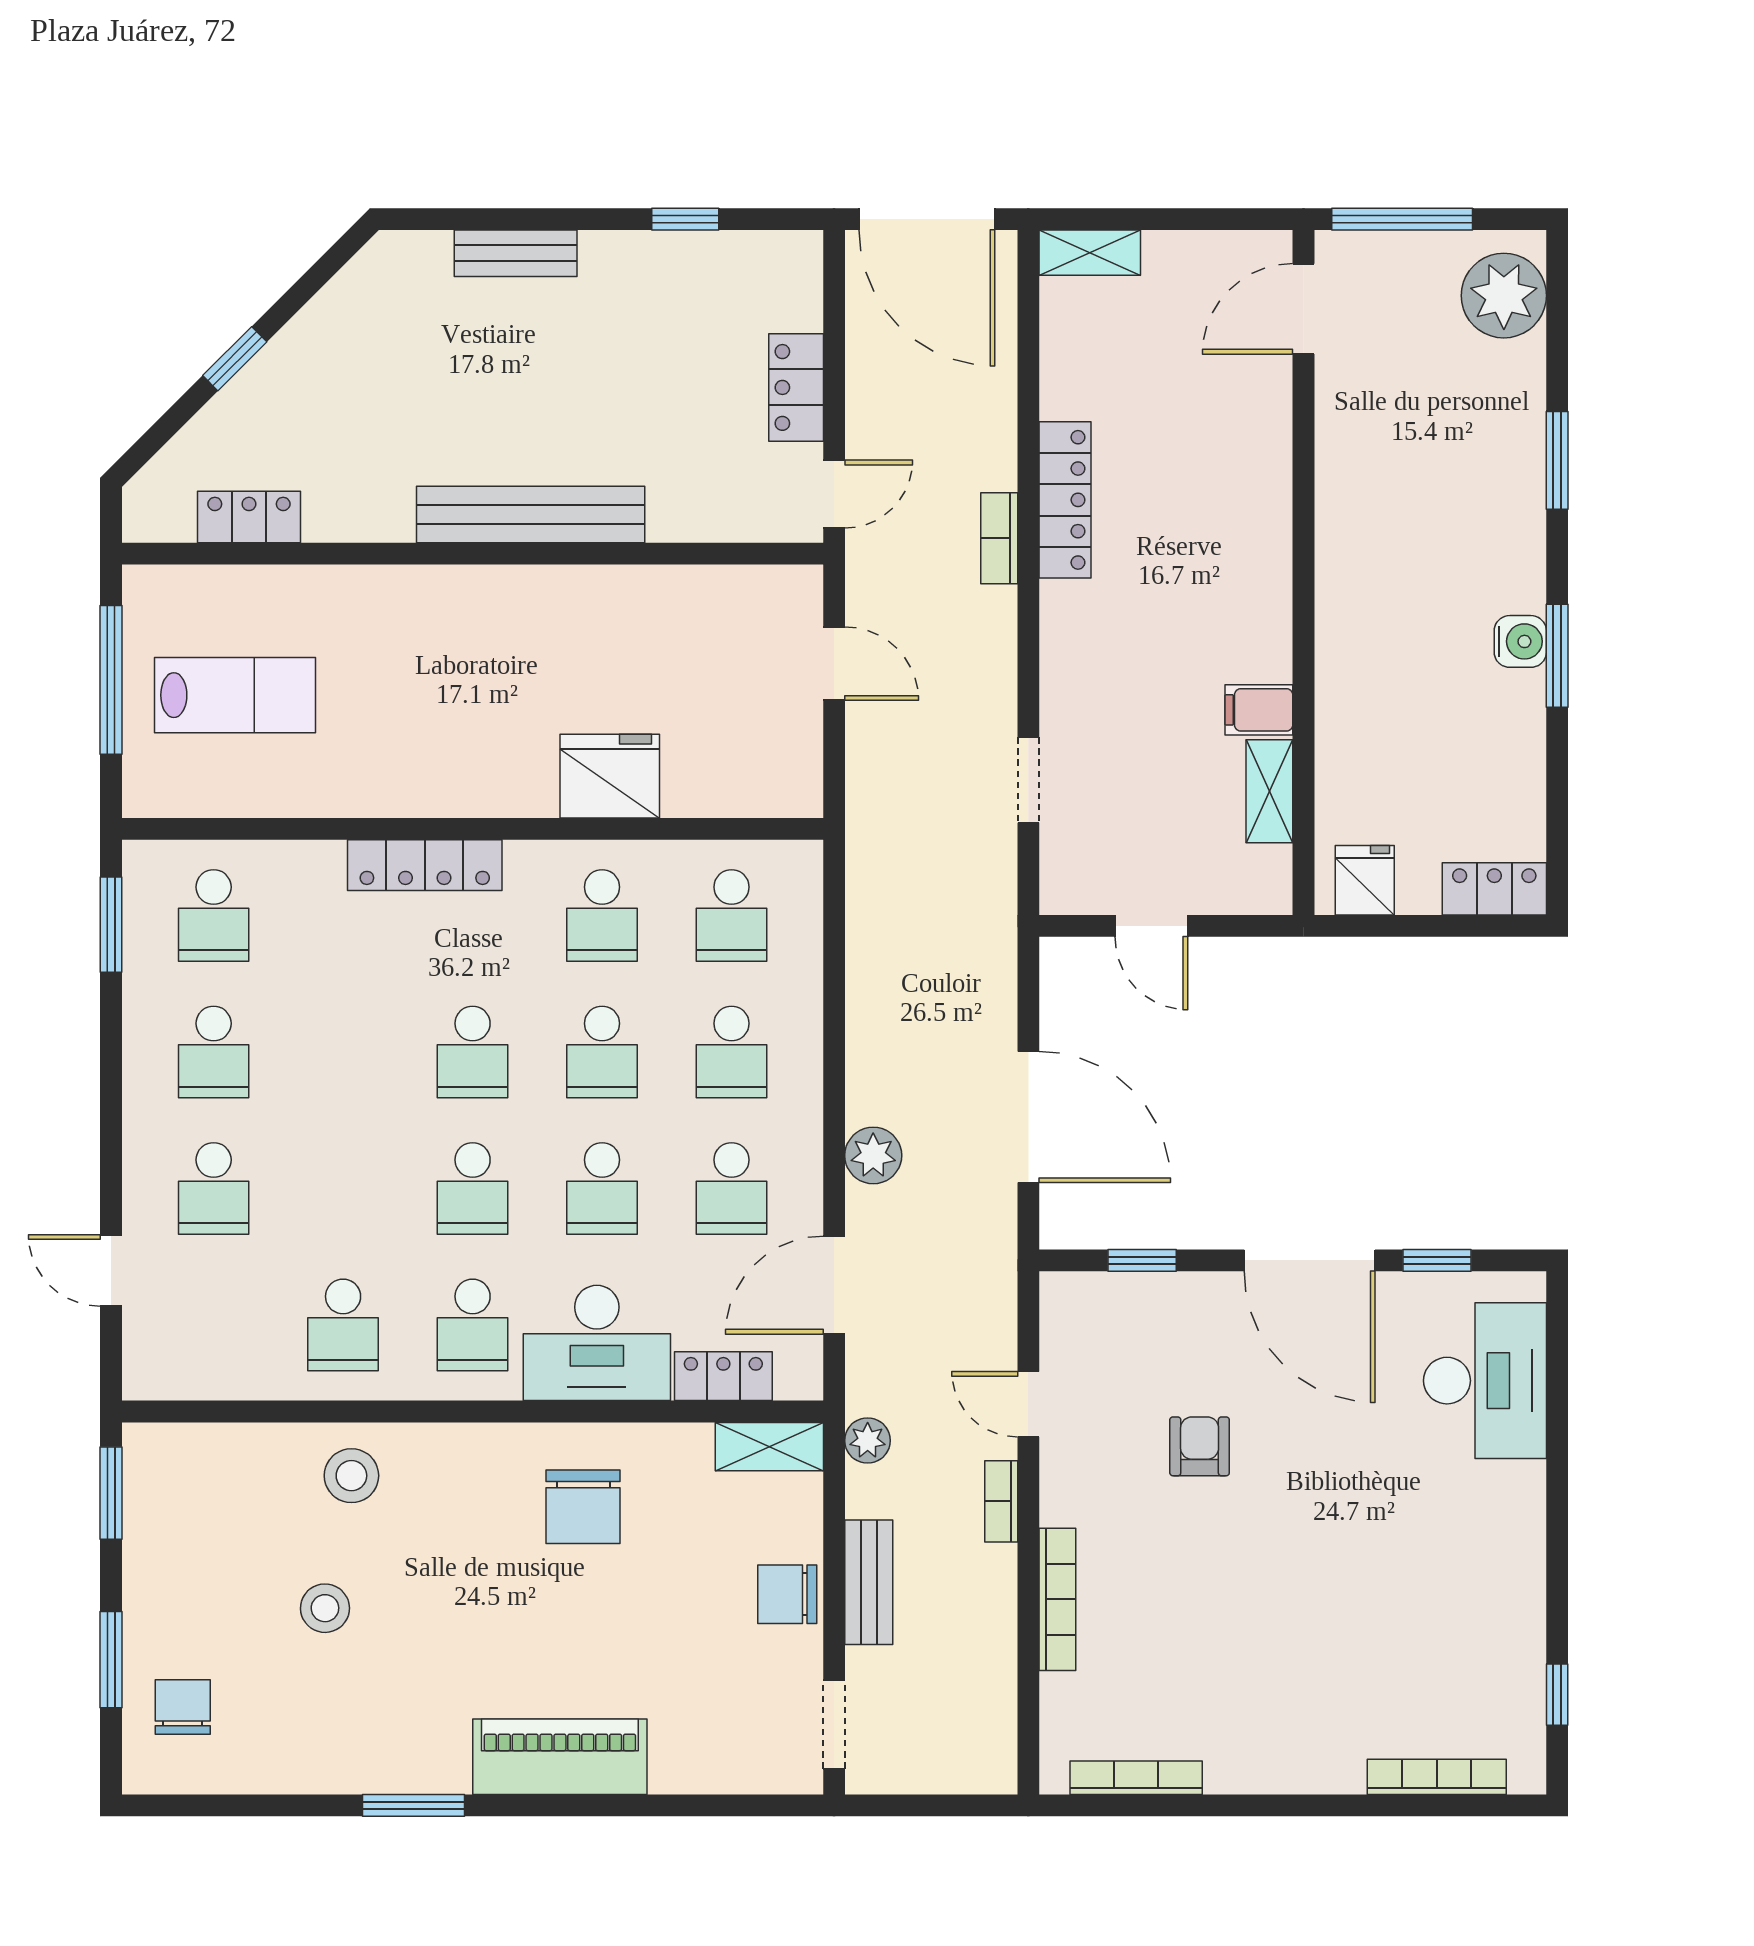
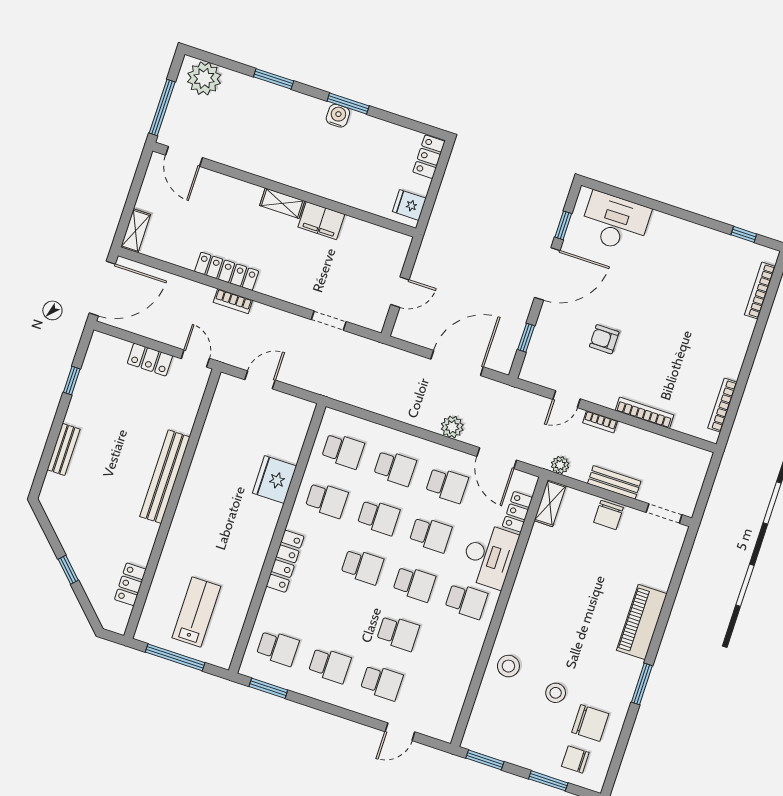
filing cabinet: (1259, 710) -> (321, 221), width x2.00
shelving: (1269, 791) -> (282, 203), moved
school desk: (343, 1325) -> (398, 633), moved
chair: (583, 1507) -> (590, 723), moved

